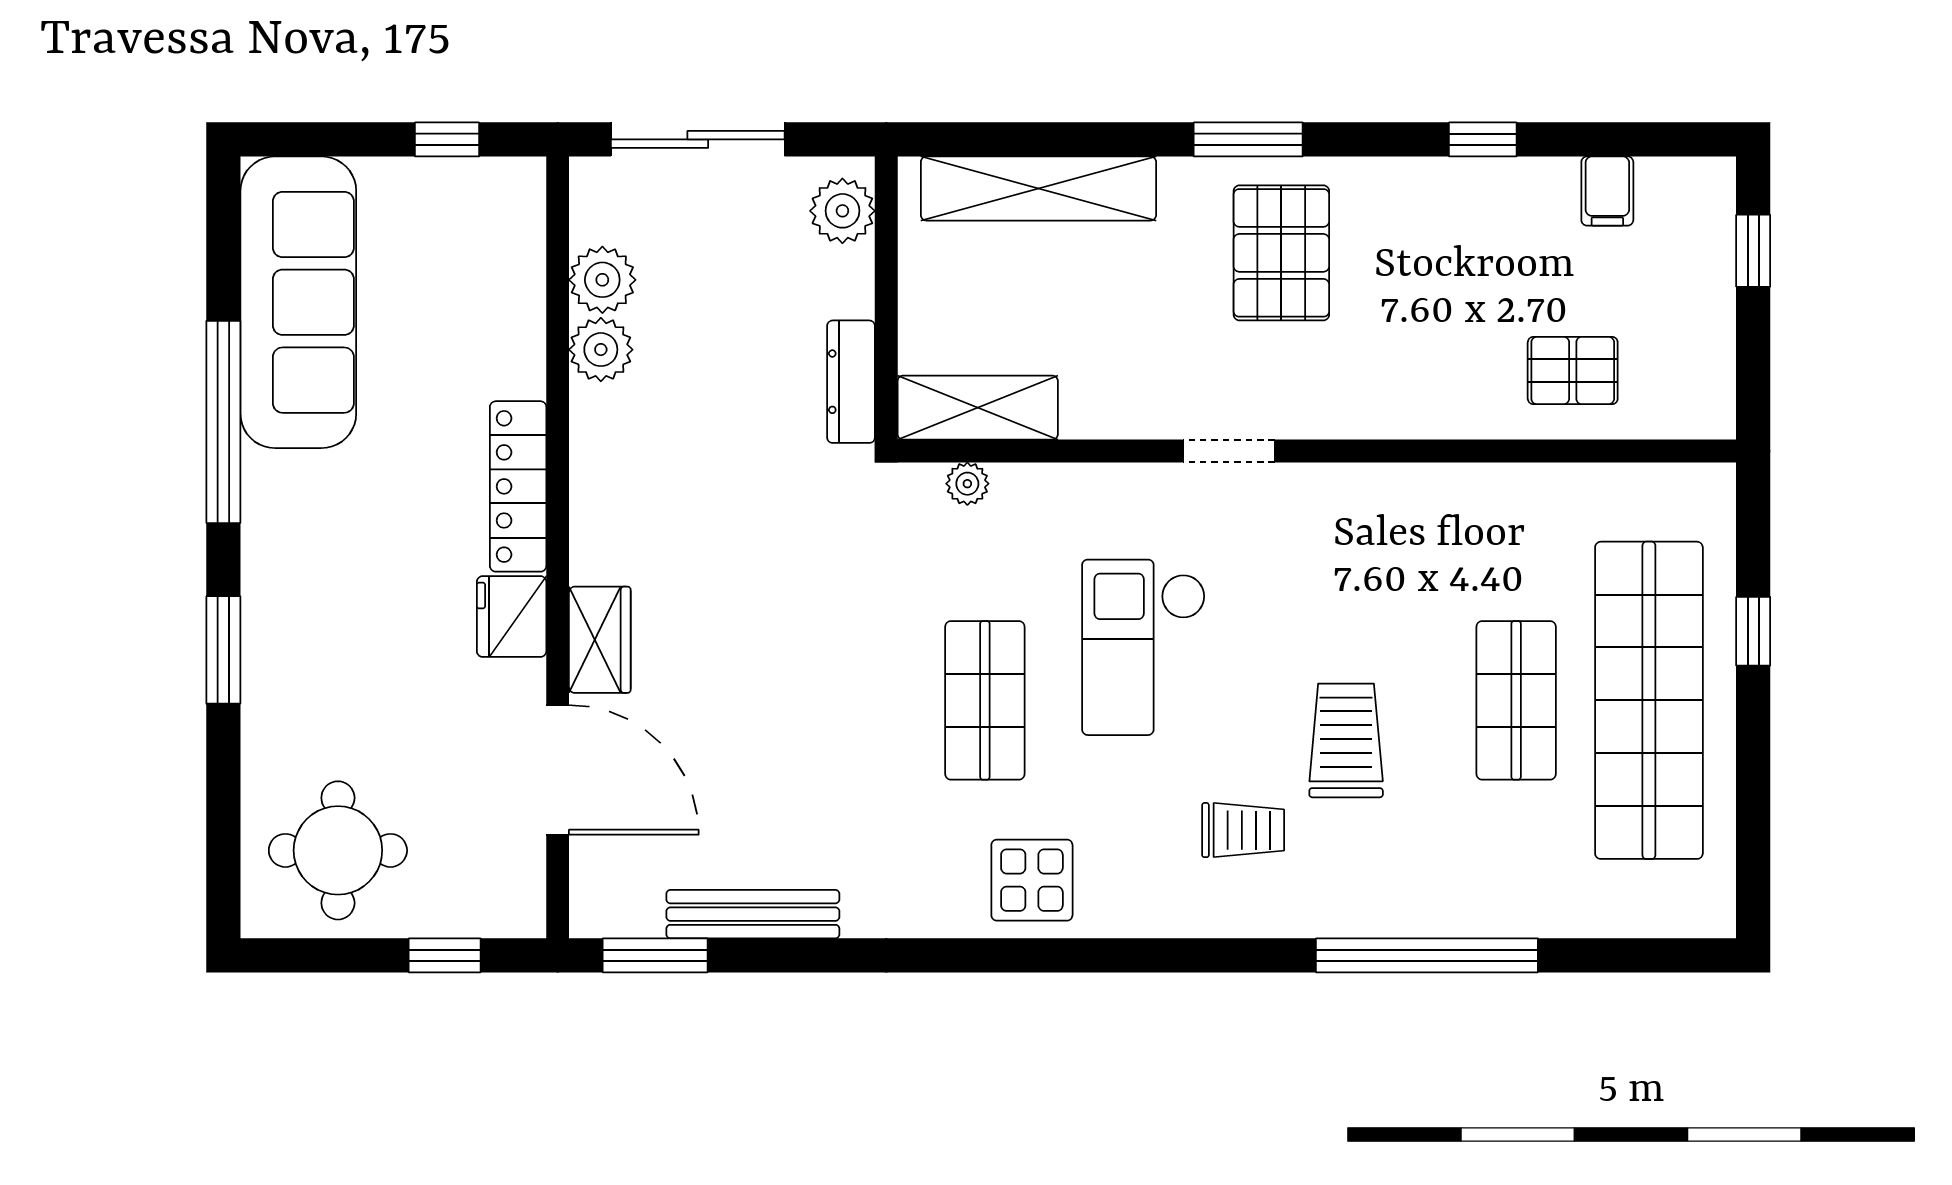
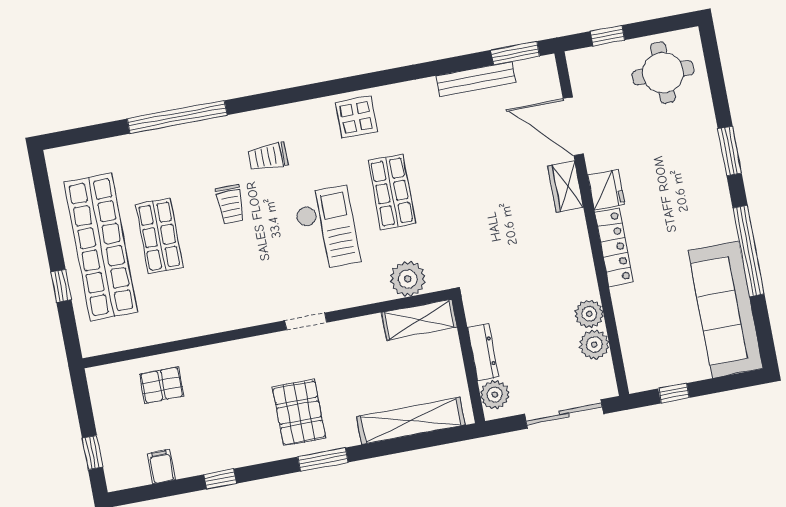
dresser: (851, 382) -> (483, 352), moved
plant: (967, 484) -> (408, 279), width x1.88, depth x1.88
trolley: (1346, 740) -> (230, 204), width x0.73, depth x0.72

